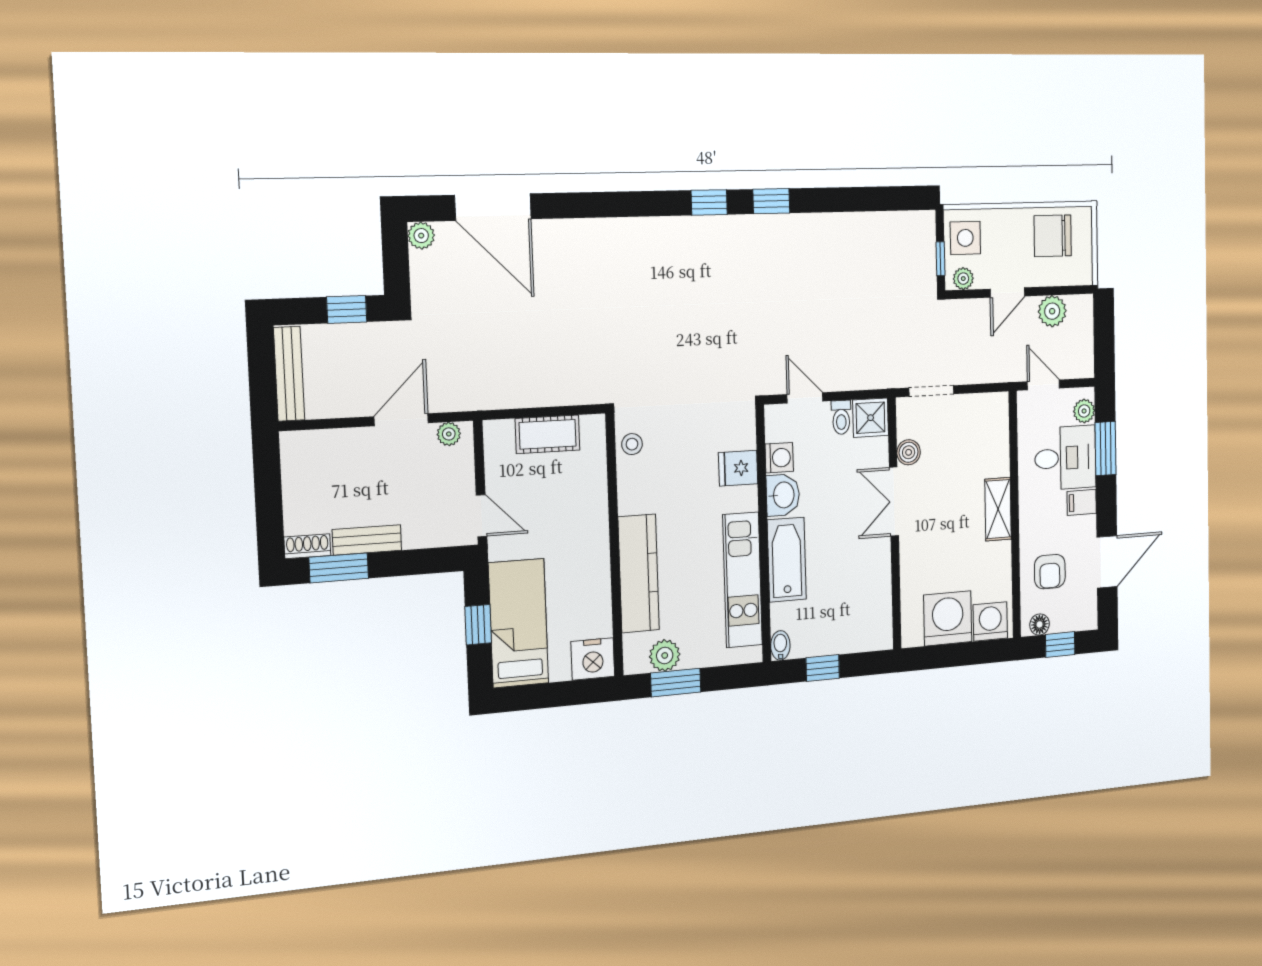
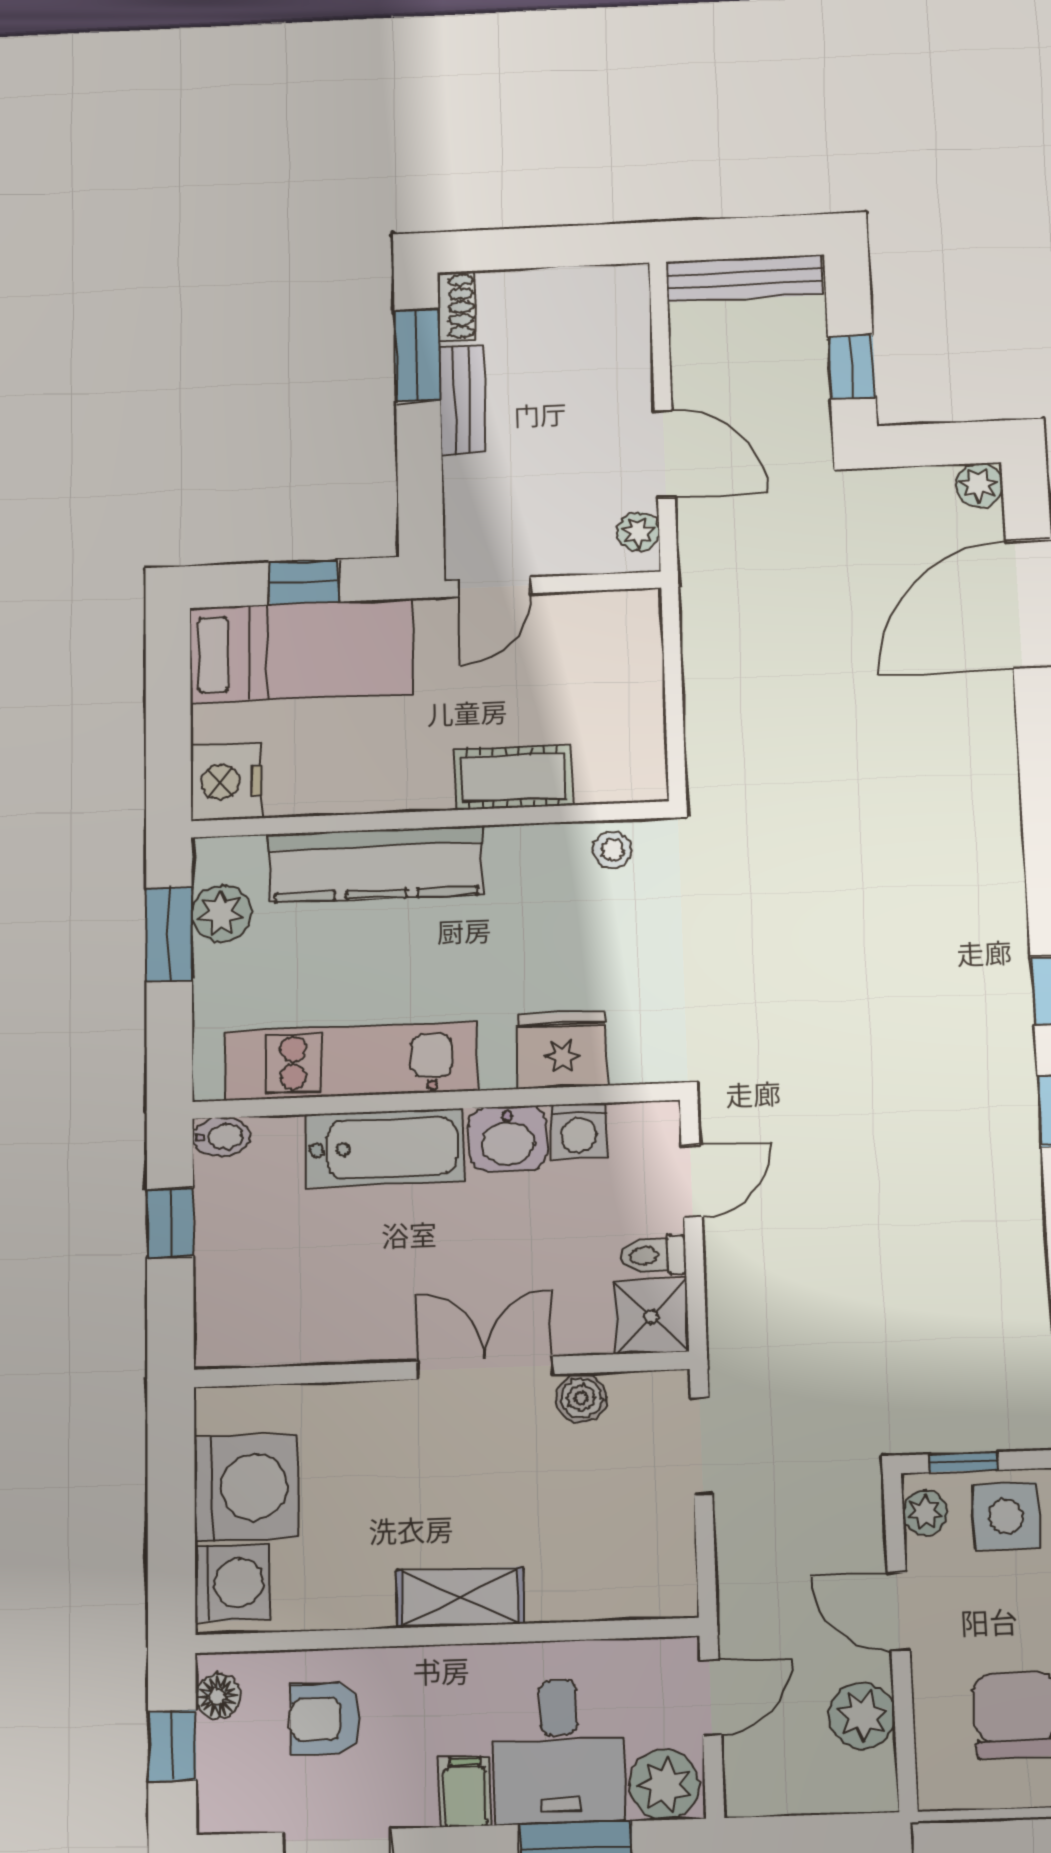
plant: (1084, 411) -> (665, 1785), width x1.38, depth x1.38
cot: (548, 434) -> (513, 777), moved, turned 90
fridge: (738, 468) -> (562, 1050), width x1.38

